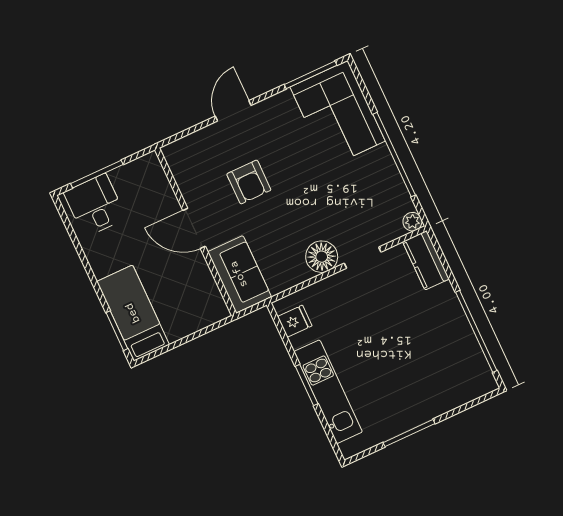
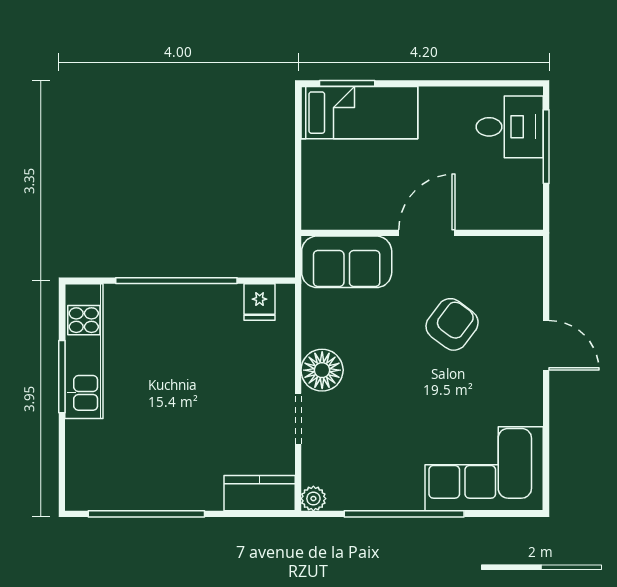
window: (311, 75) -> (546, 458), removed
armchair: (249, 182) -> (452, 324), turned 127
window: (307, 385) -> (176, 281), width x2.11
kitchen unit: (328, 392) -> (84, 351), moved, turned -90

